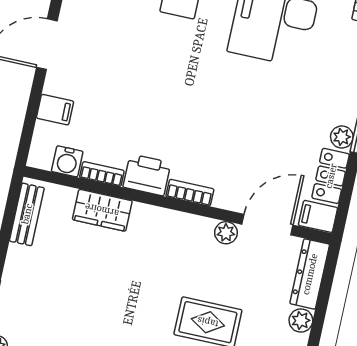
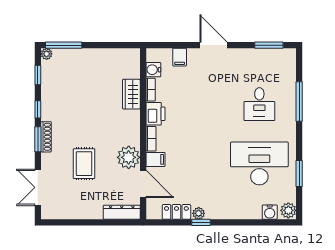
bench: (27, 214) -> (120, 54), removed
filing cabinet: (318, 216) -> (155, 159), moved, turned 90
plant: (226, 233) -> (129, 157), width x1.88, depth x1.88
plant: (301, 320) -> (96, 213), removed

